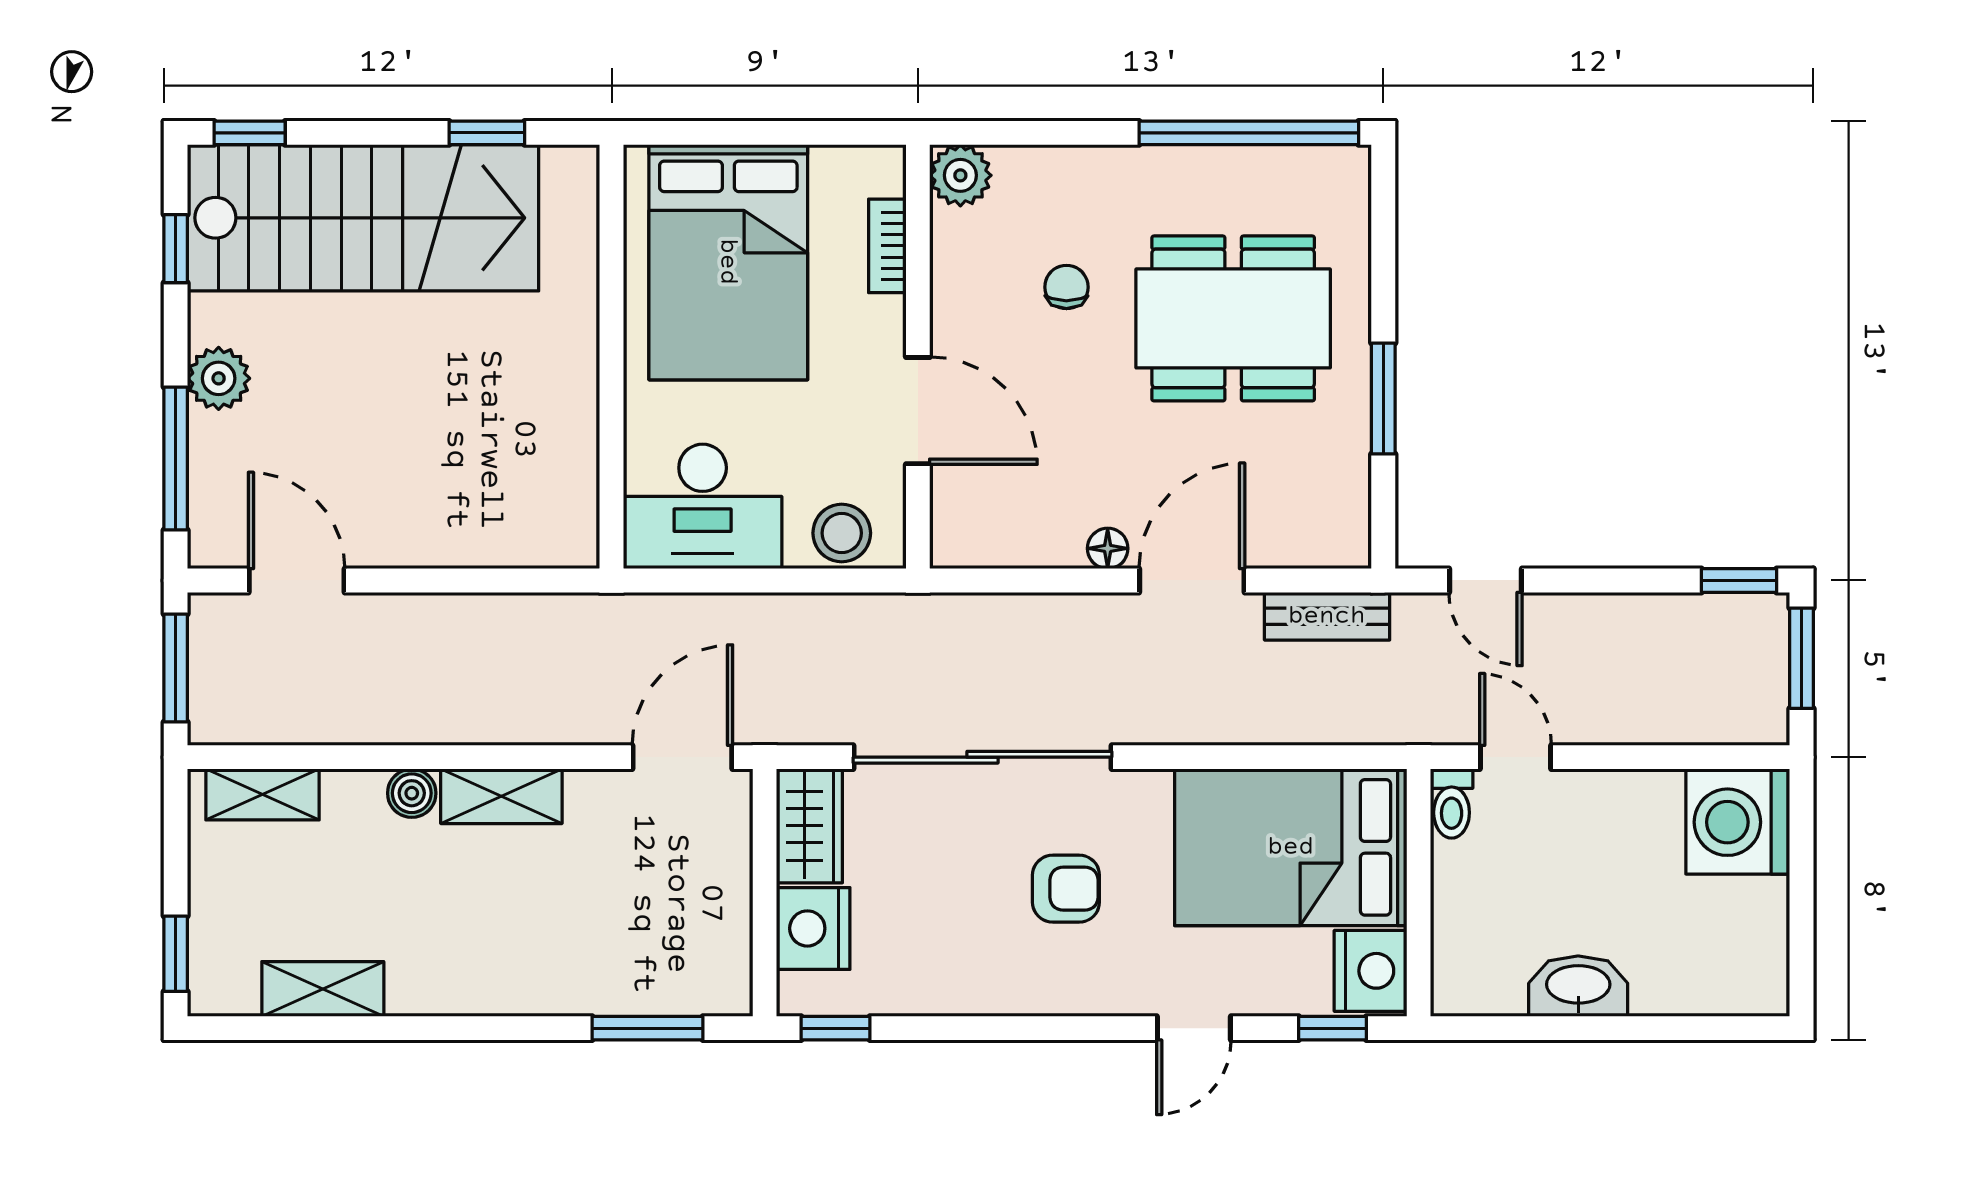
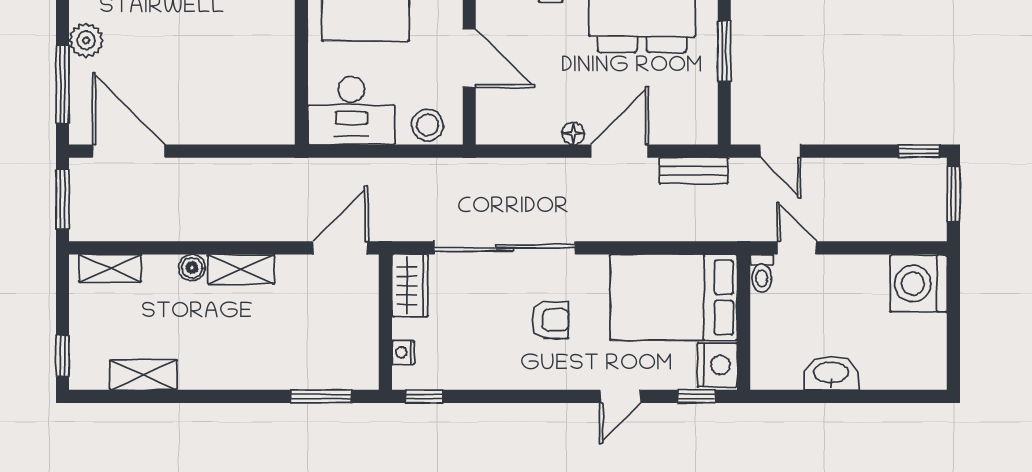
door: (297, 580) -> (129, 151), width x1.36
nightstand: (813, 928) -> (403, 352), width x0.53, depth x0.56

